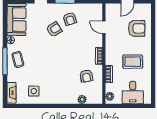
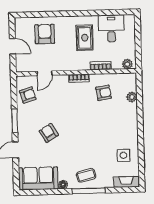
armchair: (70, 19) -> (28, 95), moved
desk: (133, 93) -> (111, 28), moved, turned -90

